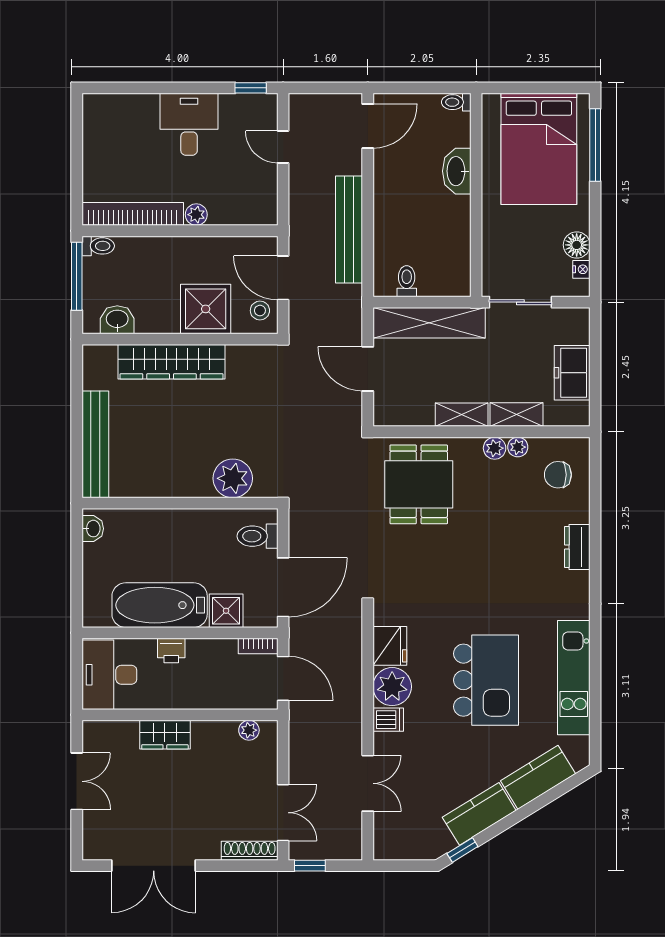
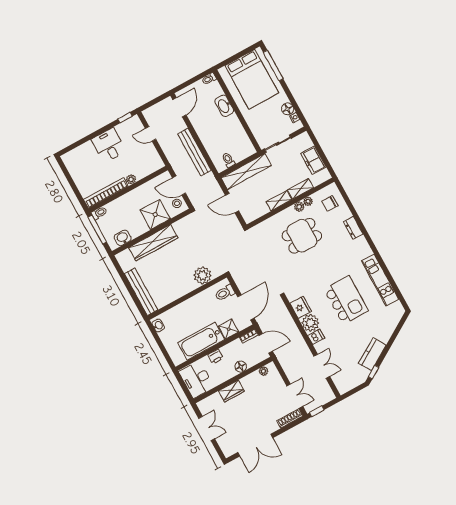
dining table: (419, 484) -> (302, 236), moved, turned 90
floor lamp: (209, 697) -> (241, 367), added
kitchen counter: (538, 777) -> (388, 327), removed

